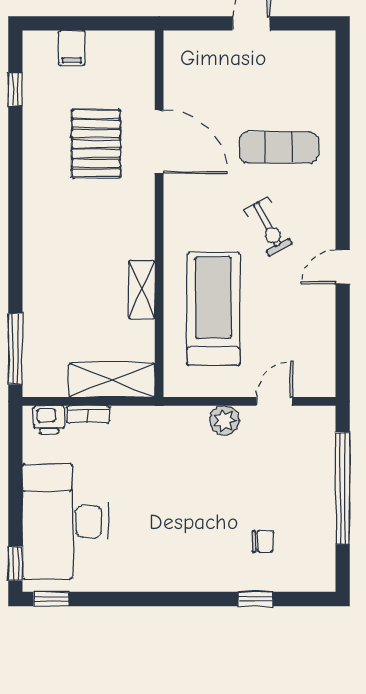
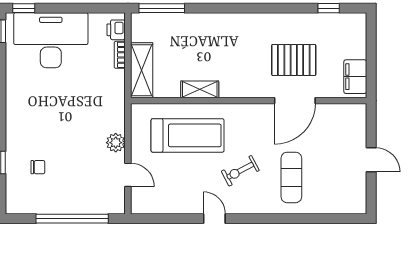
filing cabinet: (72, 48) -> (355, 77), moved, width x2.00
chair: (263, 541) -> (38, 167), turned -90

